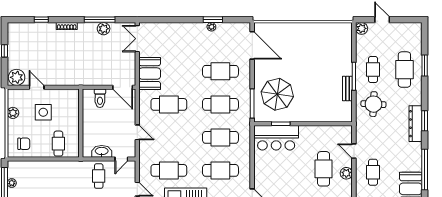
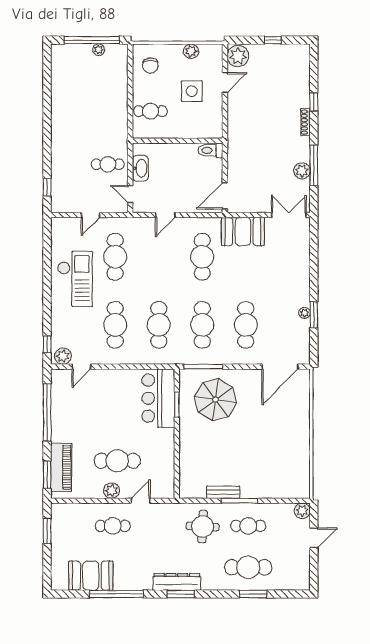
window: (41, 20) -> (314, 102), moved
toilet: (100, 98) -> (210, 150), moved

